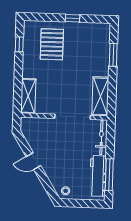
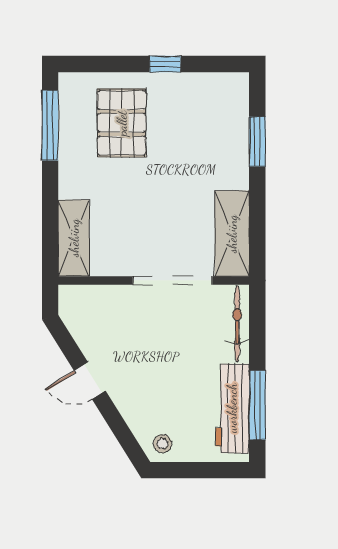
window: (19, 44) -> (50, 125), width x2.17

